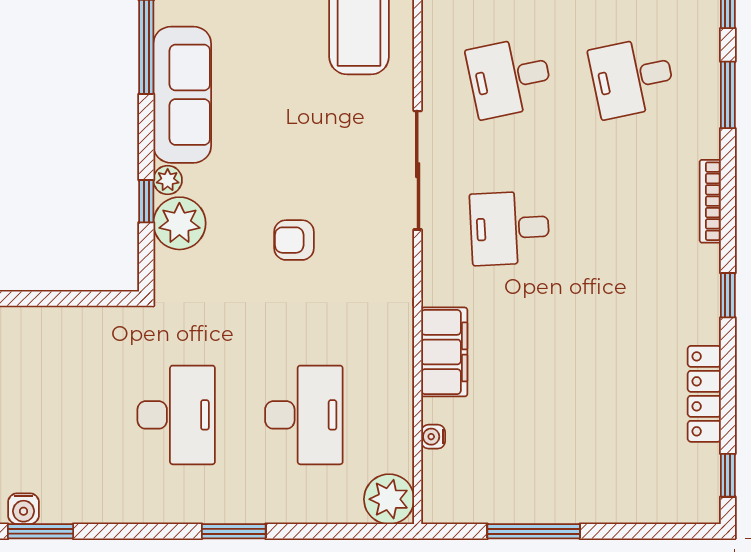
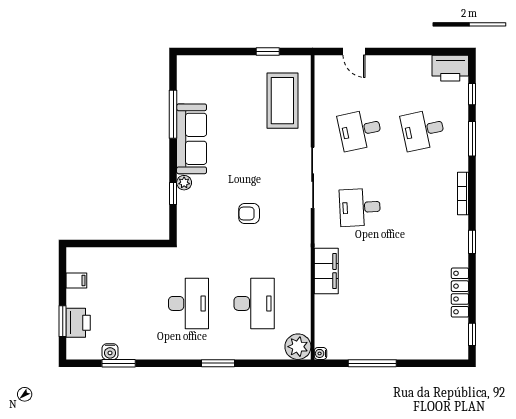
plant: (179, 223) -> (190, 205), removed
water cooler: (433, 437) -> (321, 353), moved

